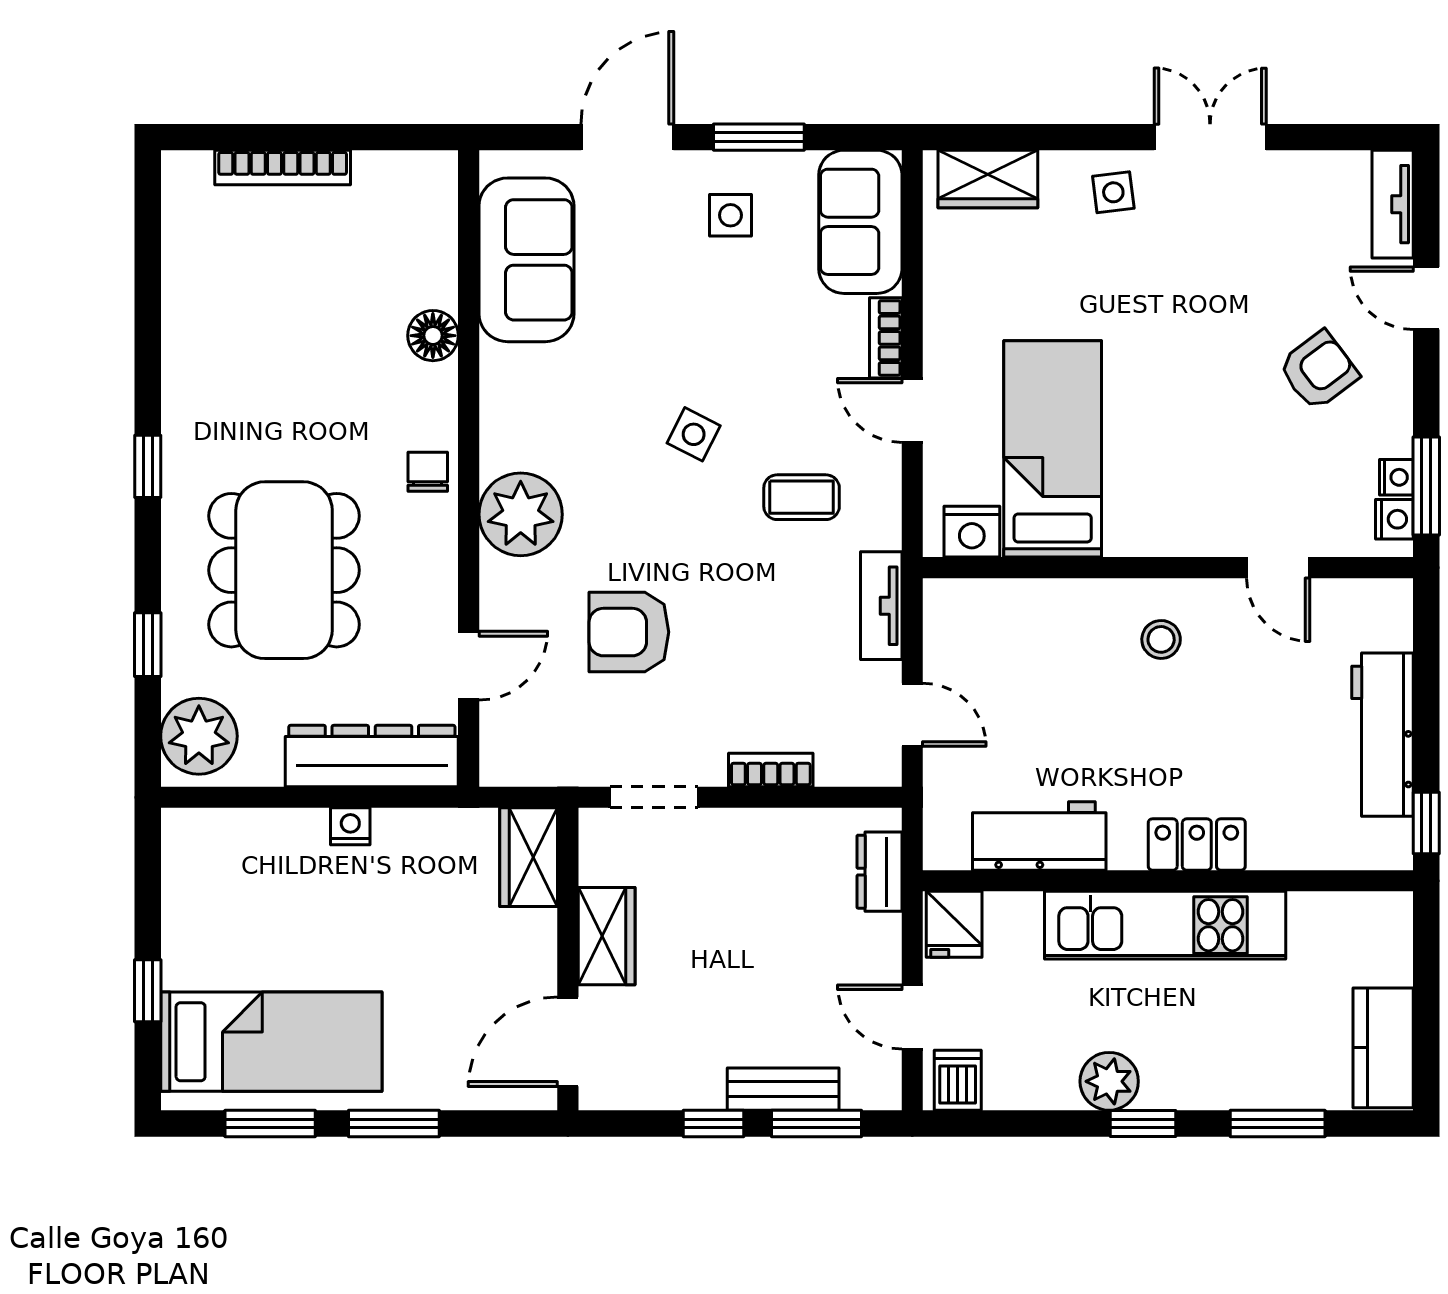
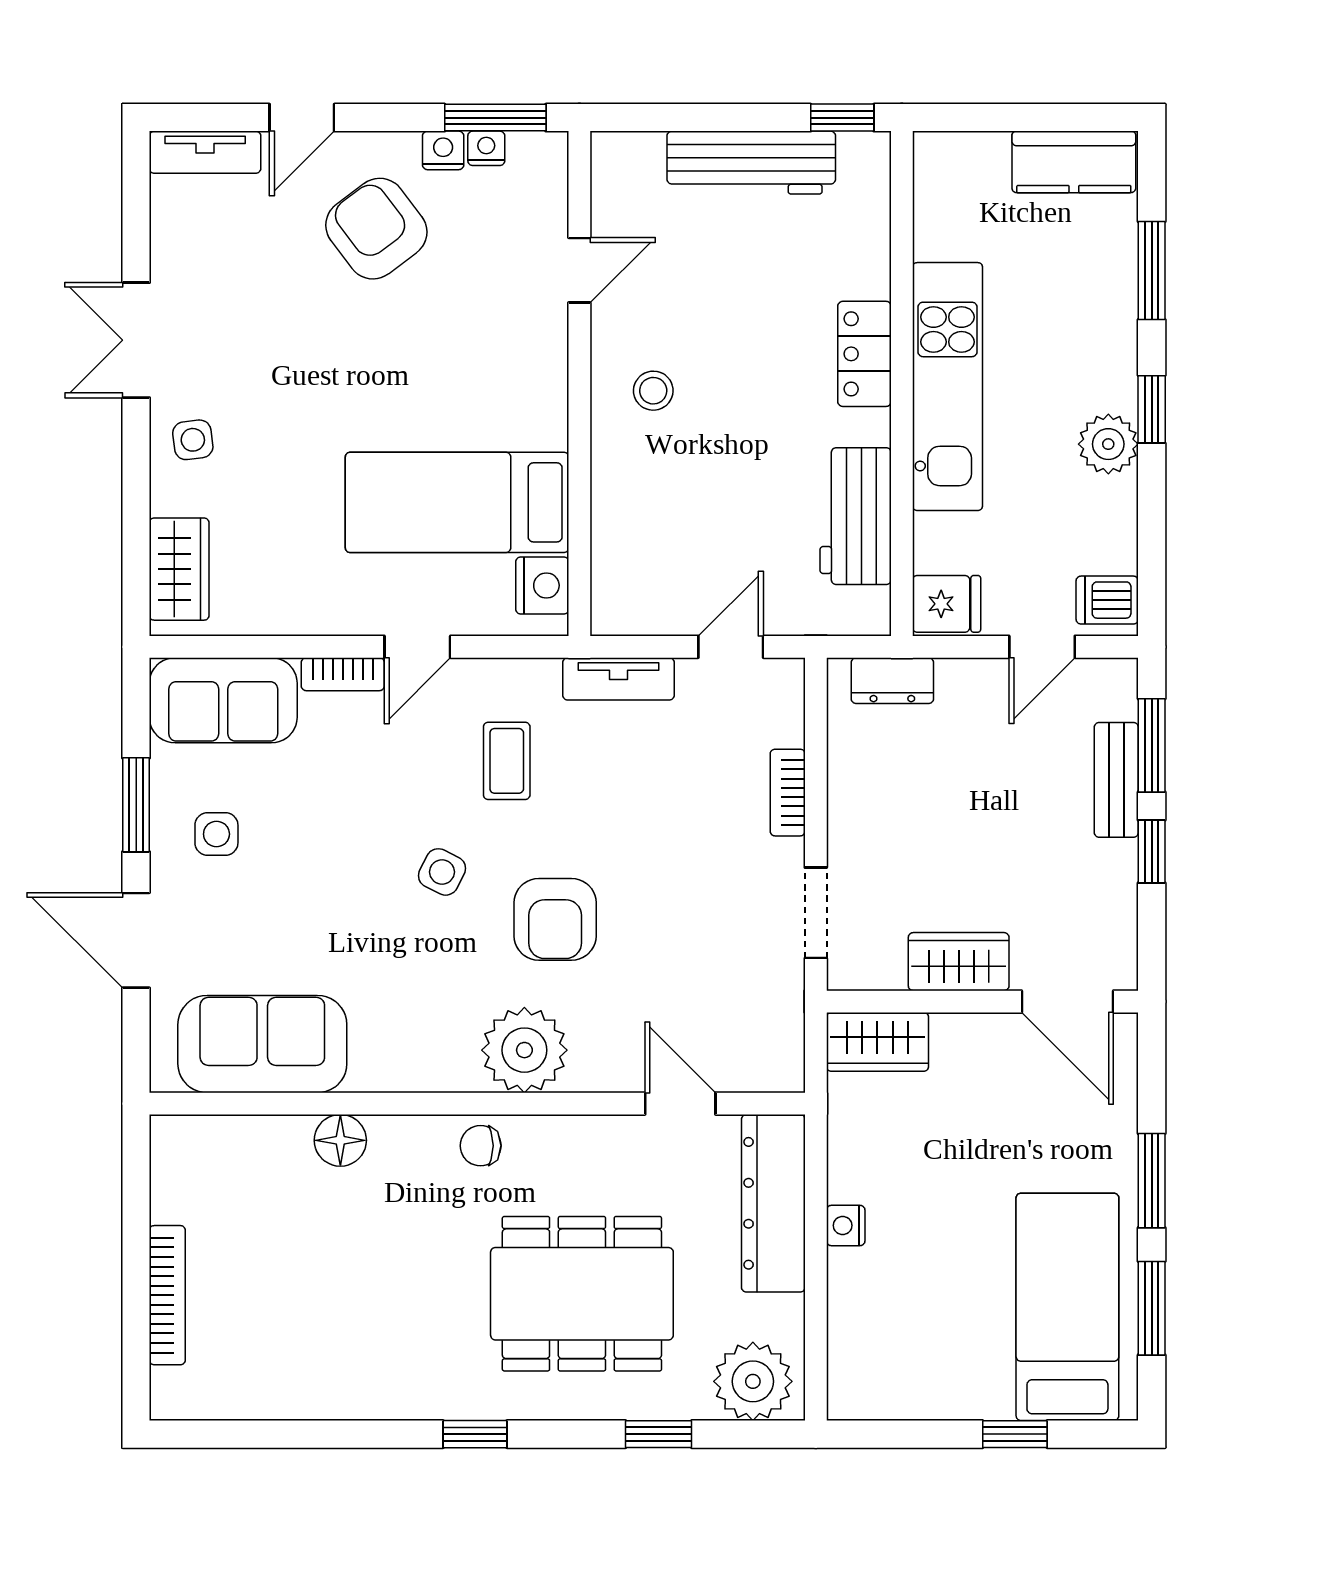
armchair: (1318, 371) -> (376, 229), width x1.38, depth x1.38
nightstand: (1394, 519) -> (443, 150), moved
armchair: (629, 632) -> (555, 919), moved

